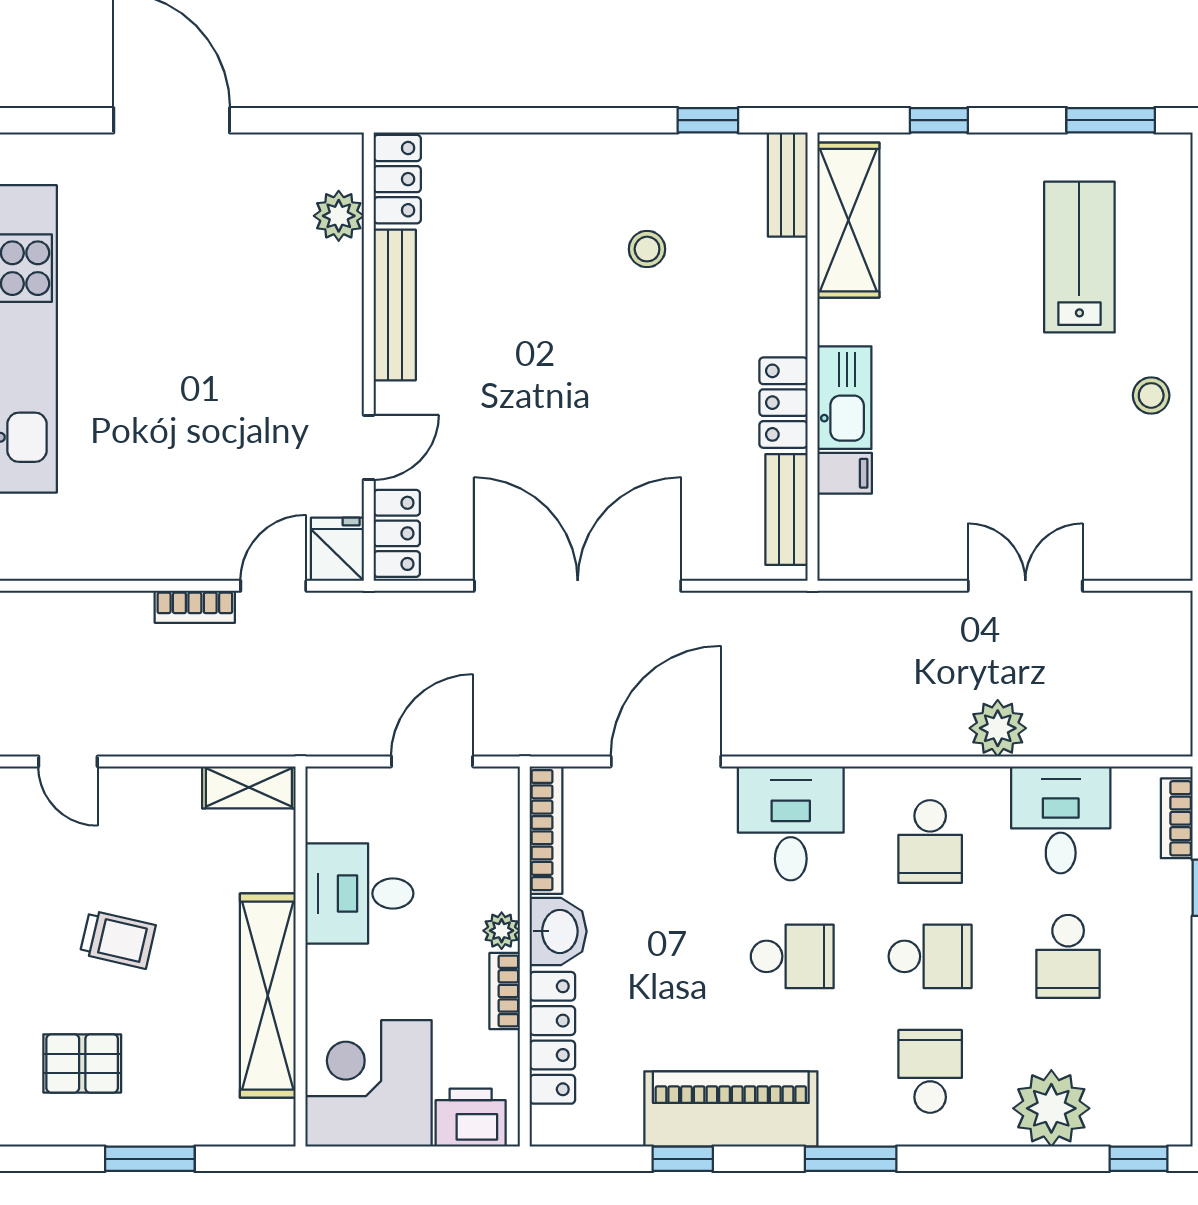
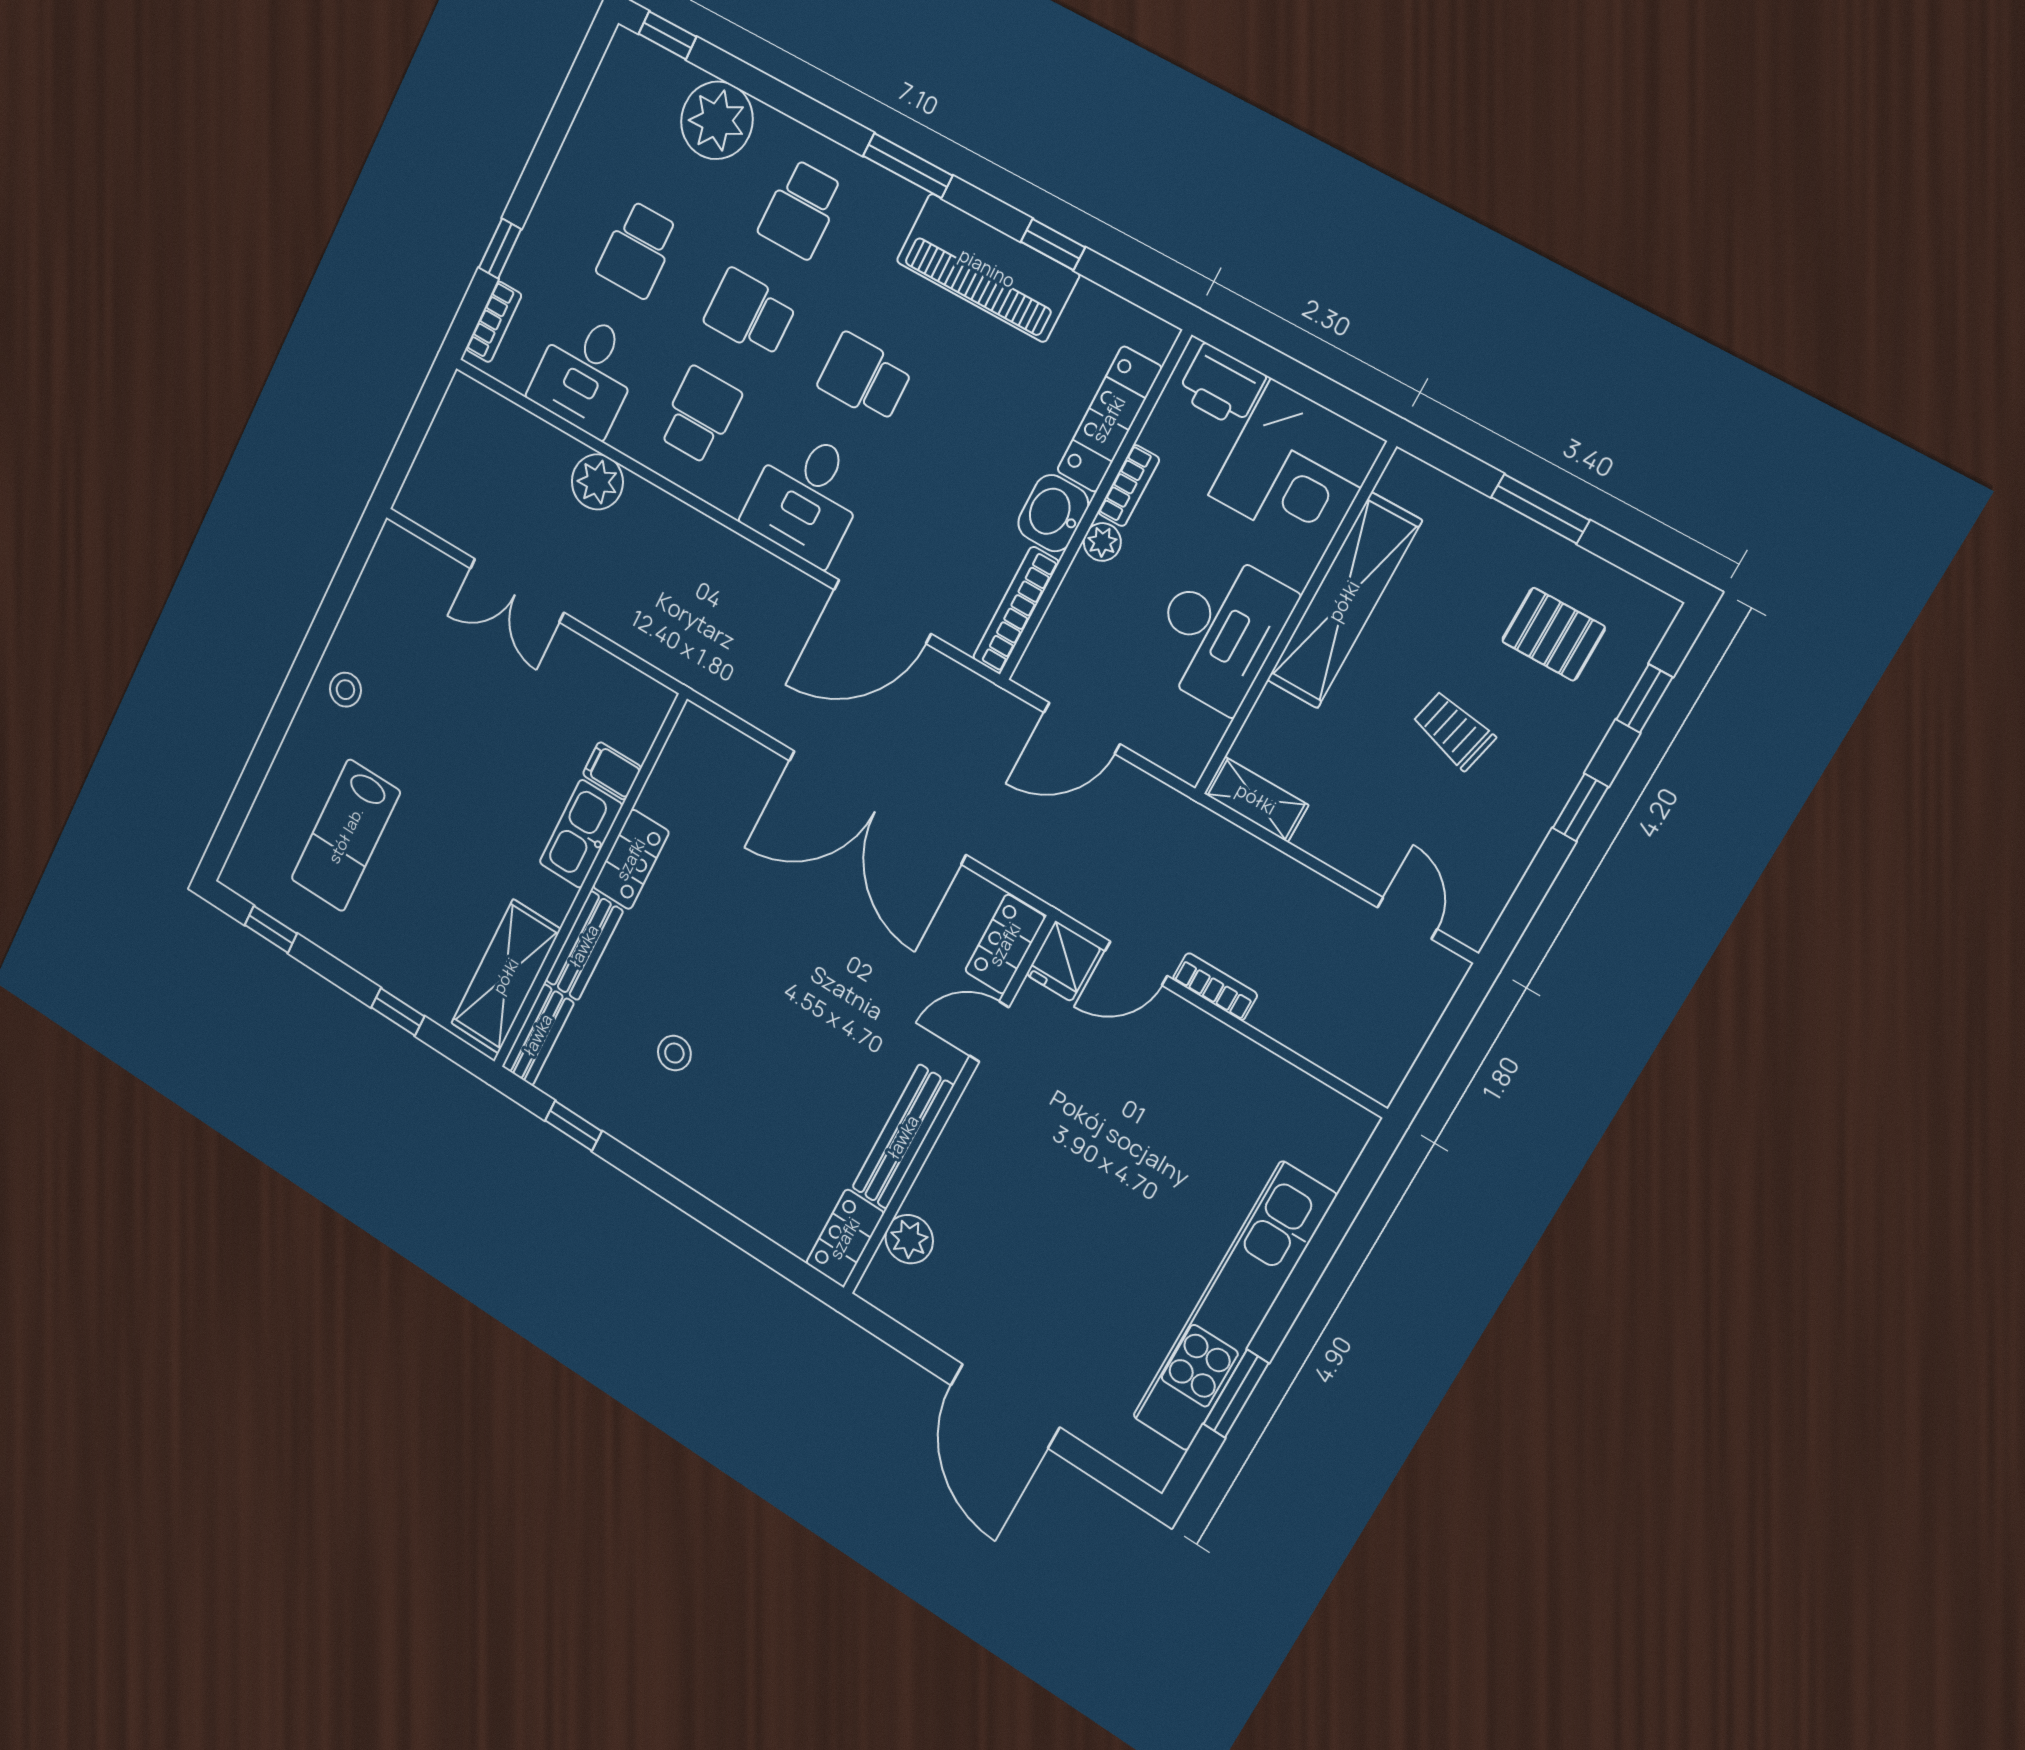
window: (1111, 120) -> (271, 929), width x0.67
bench: (786, 510) -> (584, 946), moved
desk: (359, 893) -> (1219, 630), width x1.37
school desk: (1068, 956) -> (638, 250), turned 180

